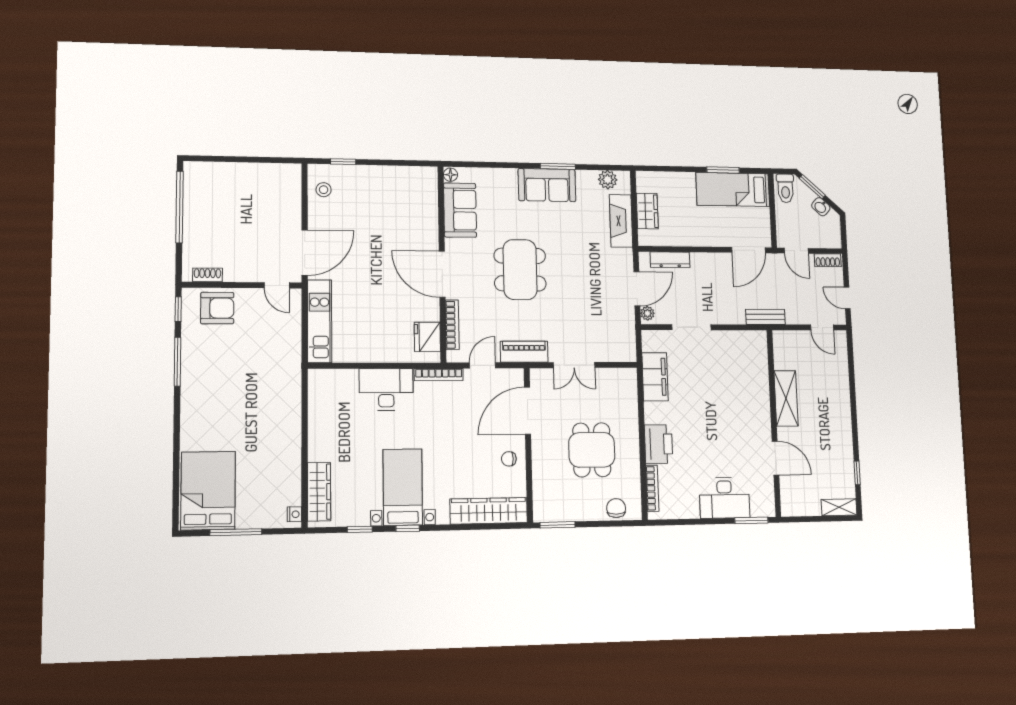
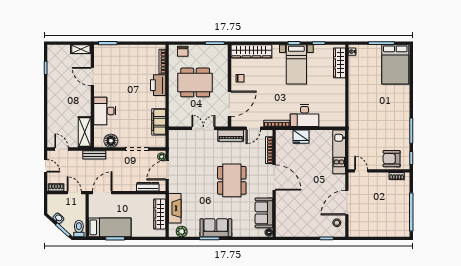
wardrobe: (647, 211) -> (160, 214), width x1.50
door: (305, 253) -> (347, 203), moved
fridge: (427, 337) -> (301, 137), moved, turned 90
floor lamp: (738, 342) -> (111, 141), added
shelving: (786, 398) -> (85, 132), moved
dining table: (592, 450) -> (195, 82), width x1.38
desk: (724, 498) -> (105, 111), moved, turned -90
shelving: (839, 507) -> (81, 49), moved

